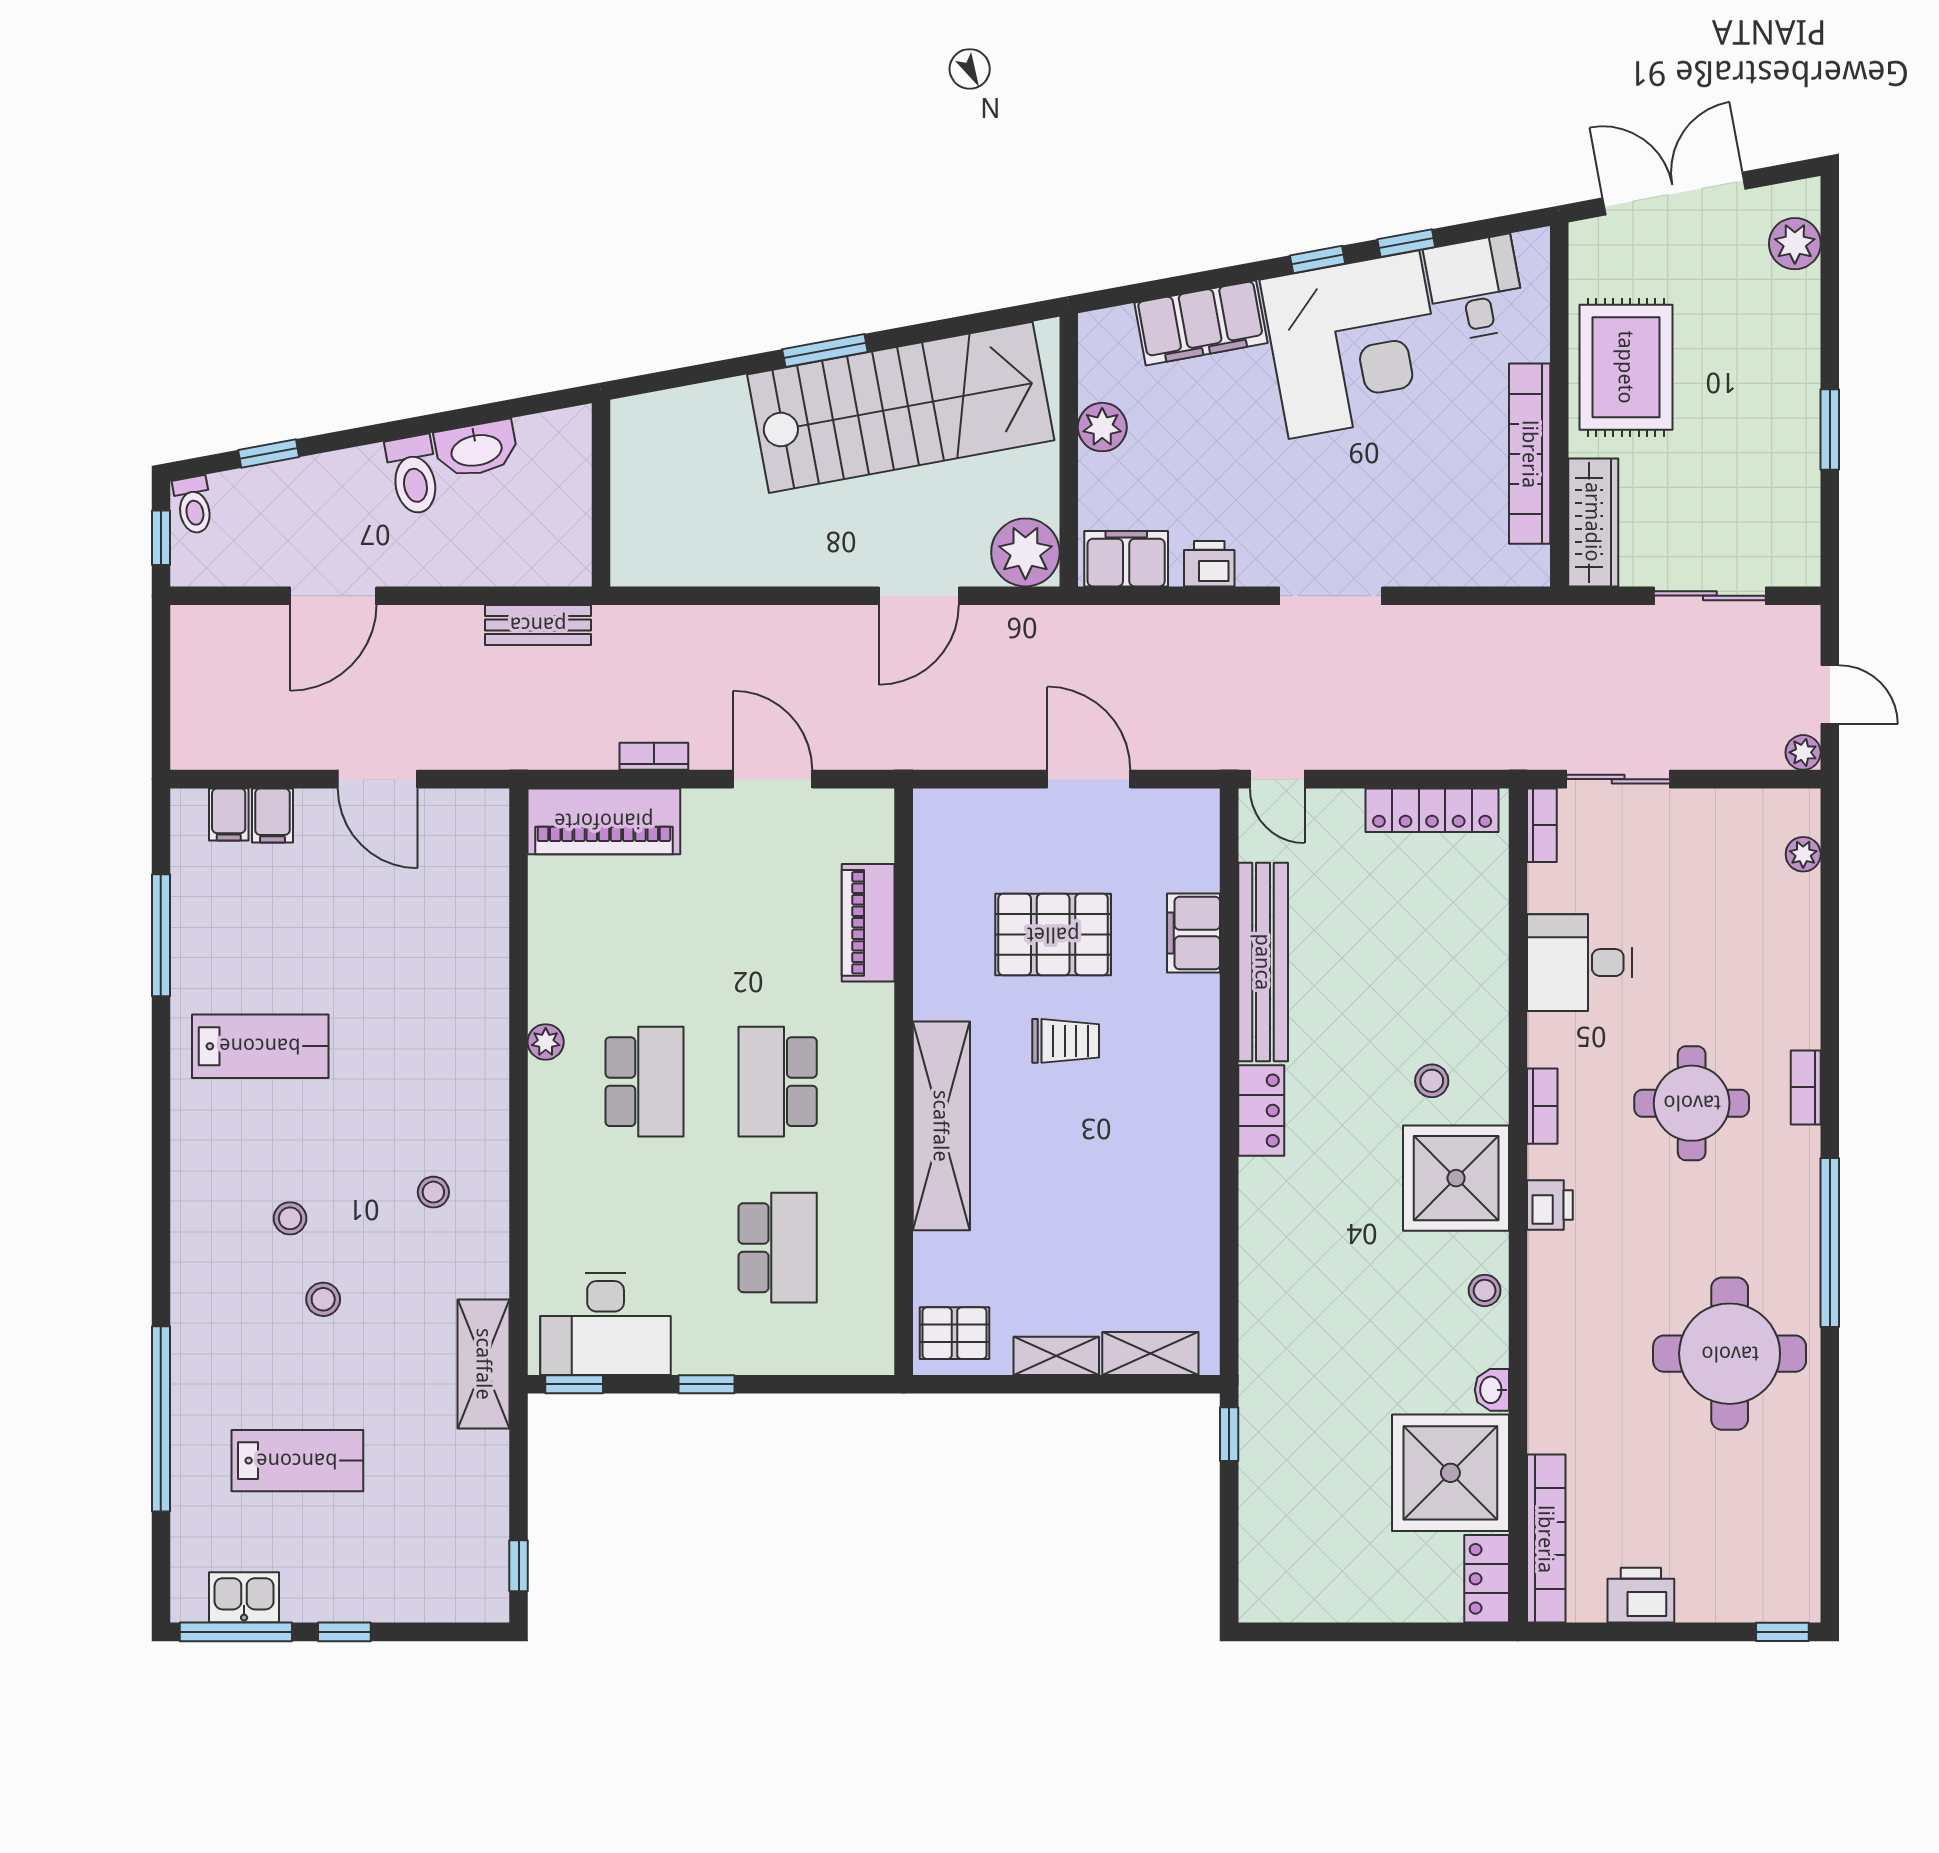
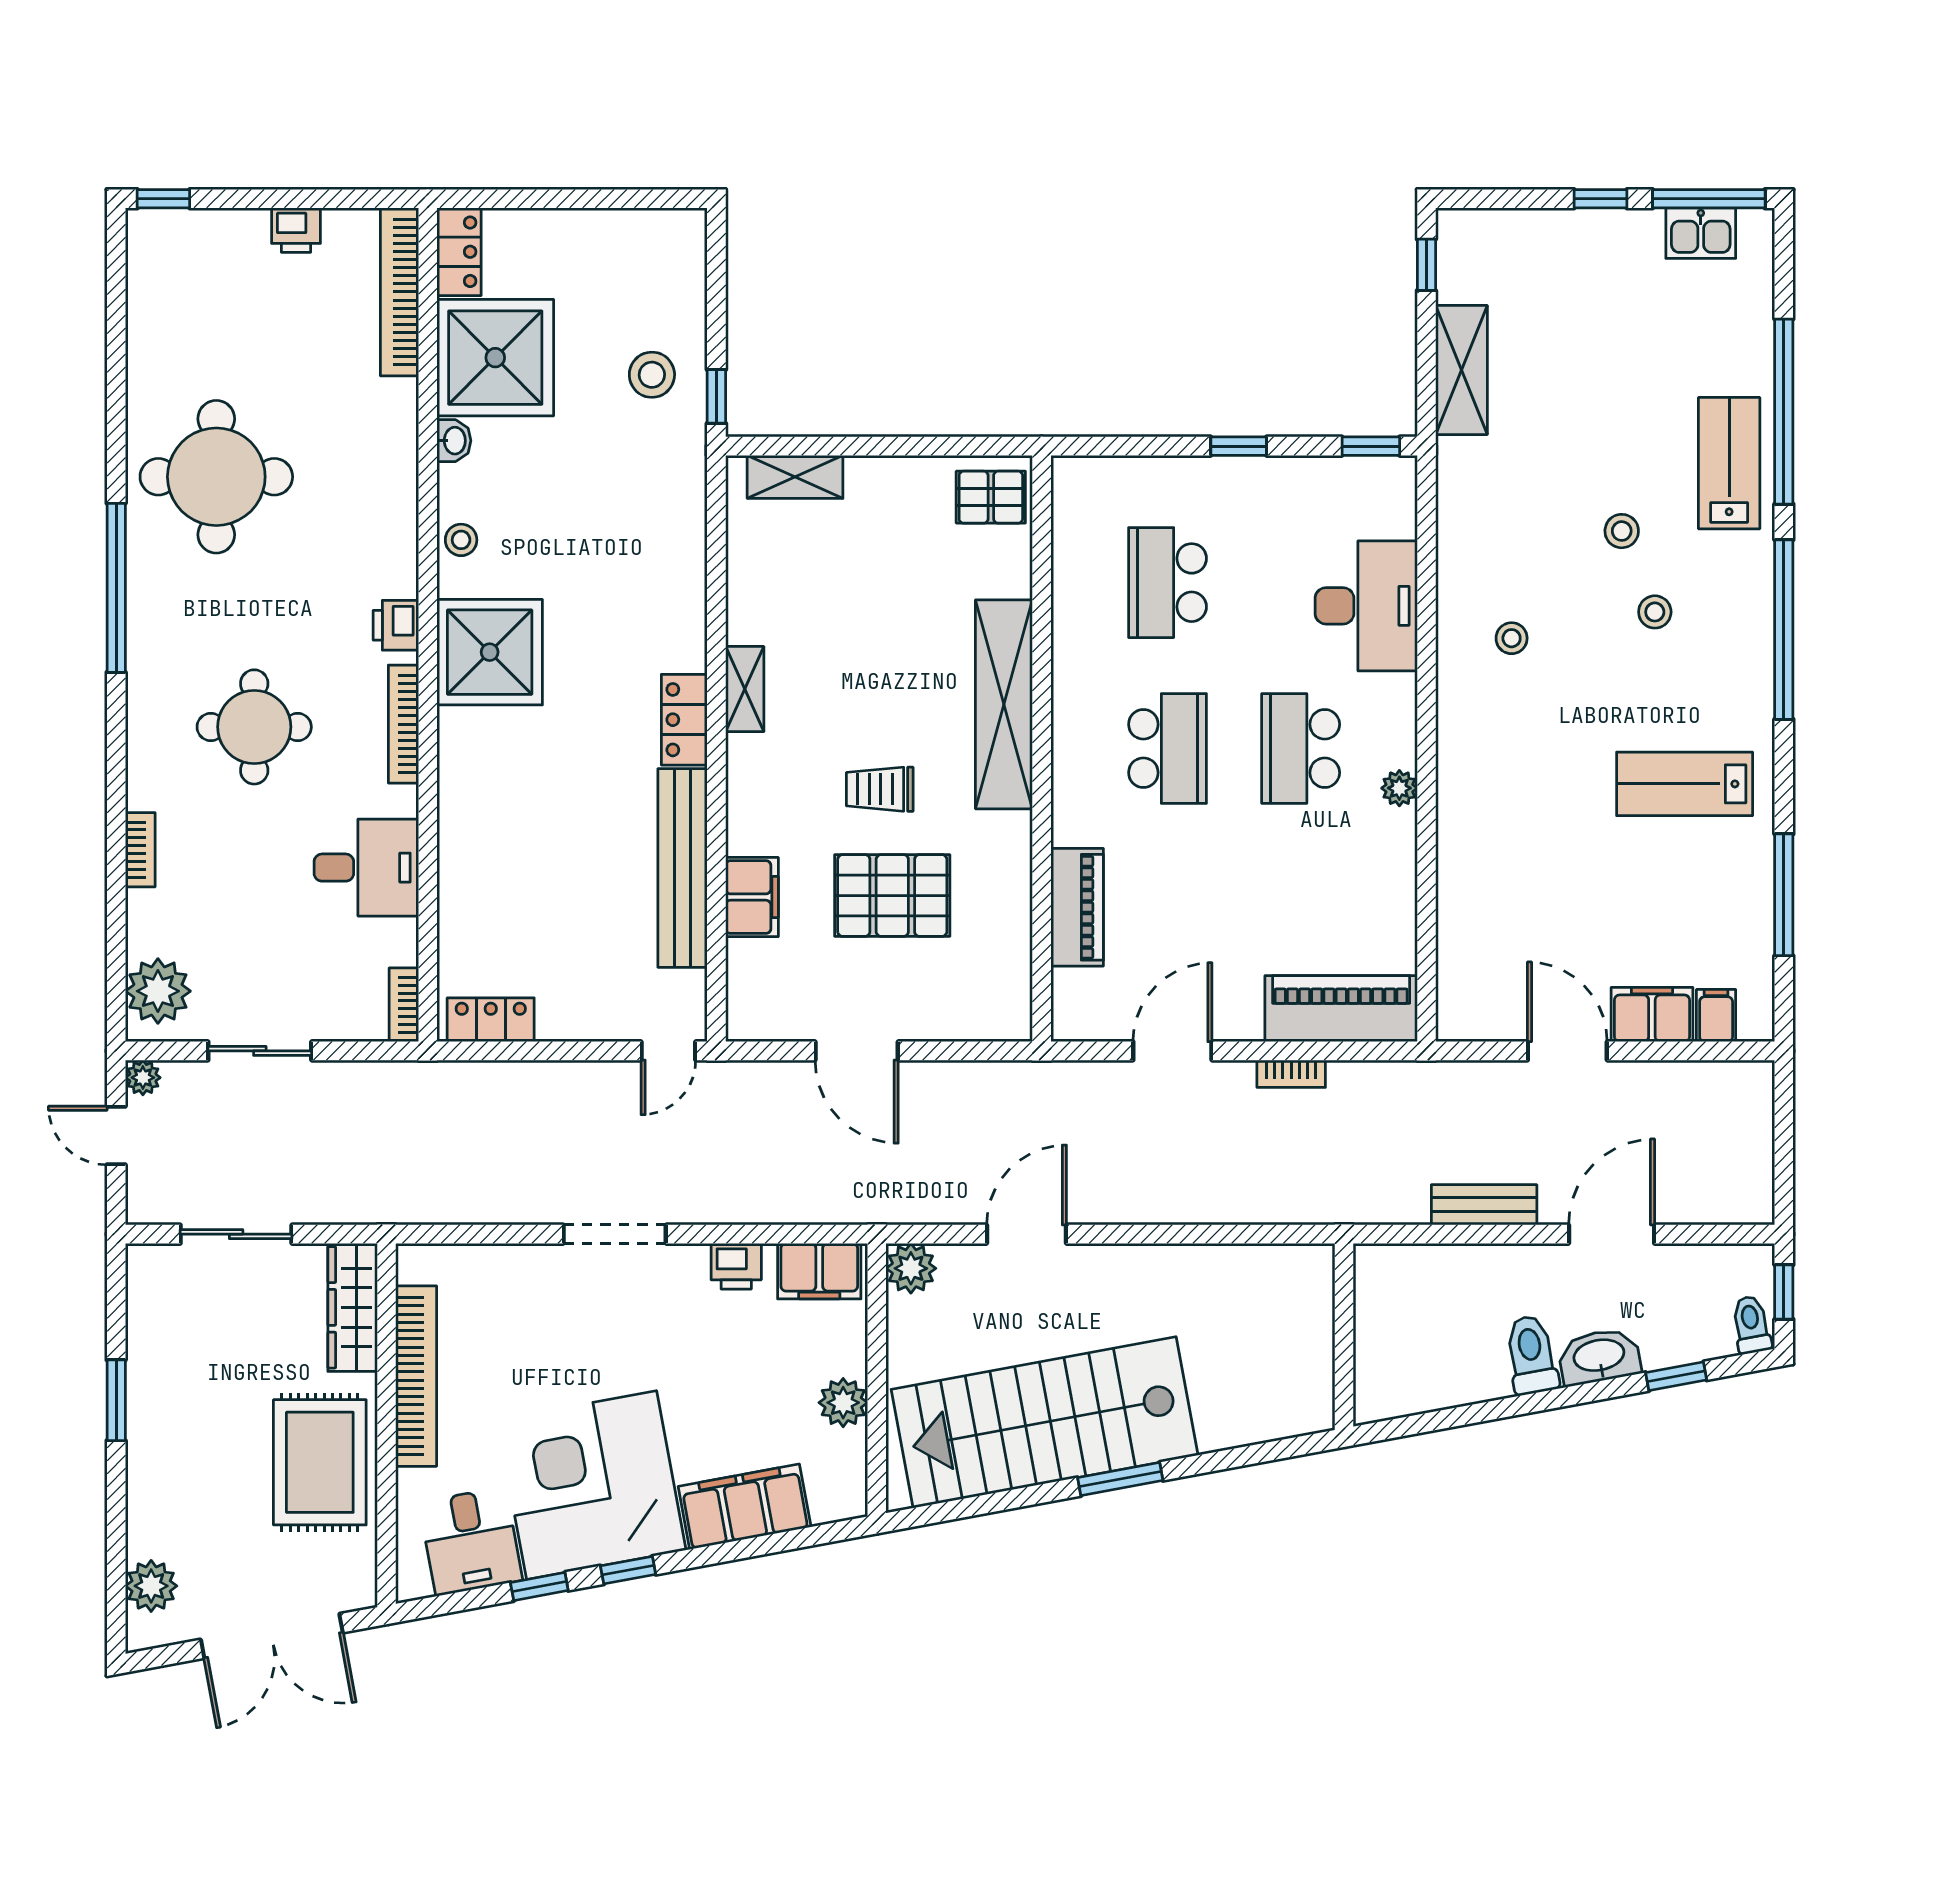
washbasin: (476, 449) -> (1599, 1357), moved
plant: (1025, 552) -> (911, 1268), width x0.73, depth x0.73
bench: (538, 625) -> (1484, 1205), moved
door: (773, 779) -> (1172, 1051), swing flipped
door: (1277, 779) -> (668, 1051), swing flipped
sliding door: (1618, 779) -> (260, 1051), moved
locker: (1432, 810) -> (491, 1020), width x0.66
filing cabinet: (272, 815) -> (1652, 1015), width x2.00
plant: (1803, 854) -> (158, 991), width x1.87, depth x1.87
stool: (1432, 1081) -> (652, 375), moved, width x1.37, depth x1.37
bookcase: (1806, 1087) -> (140, 850), moved
bookcase: (1542, 1106) -> (403, 724), width x1.56
window: (161, 1201) -> (1784, 630), added
desk: (606, 1324) -> (1366, 606), moved, turned 90
shelving: (1056, 1356) -> (745, 689), moved, turned 90
shelving: (484, 1364) -> (1461, 370), moved
lab bench: (297, 1461) -> (1729, 463), moved, turned 90
printer: (1641, 1595) -> (296, 230), width x0.73, depth x0.81

